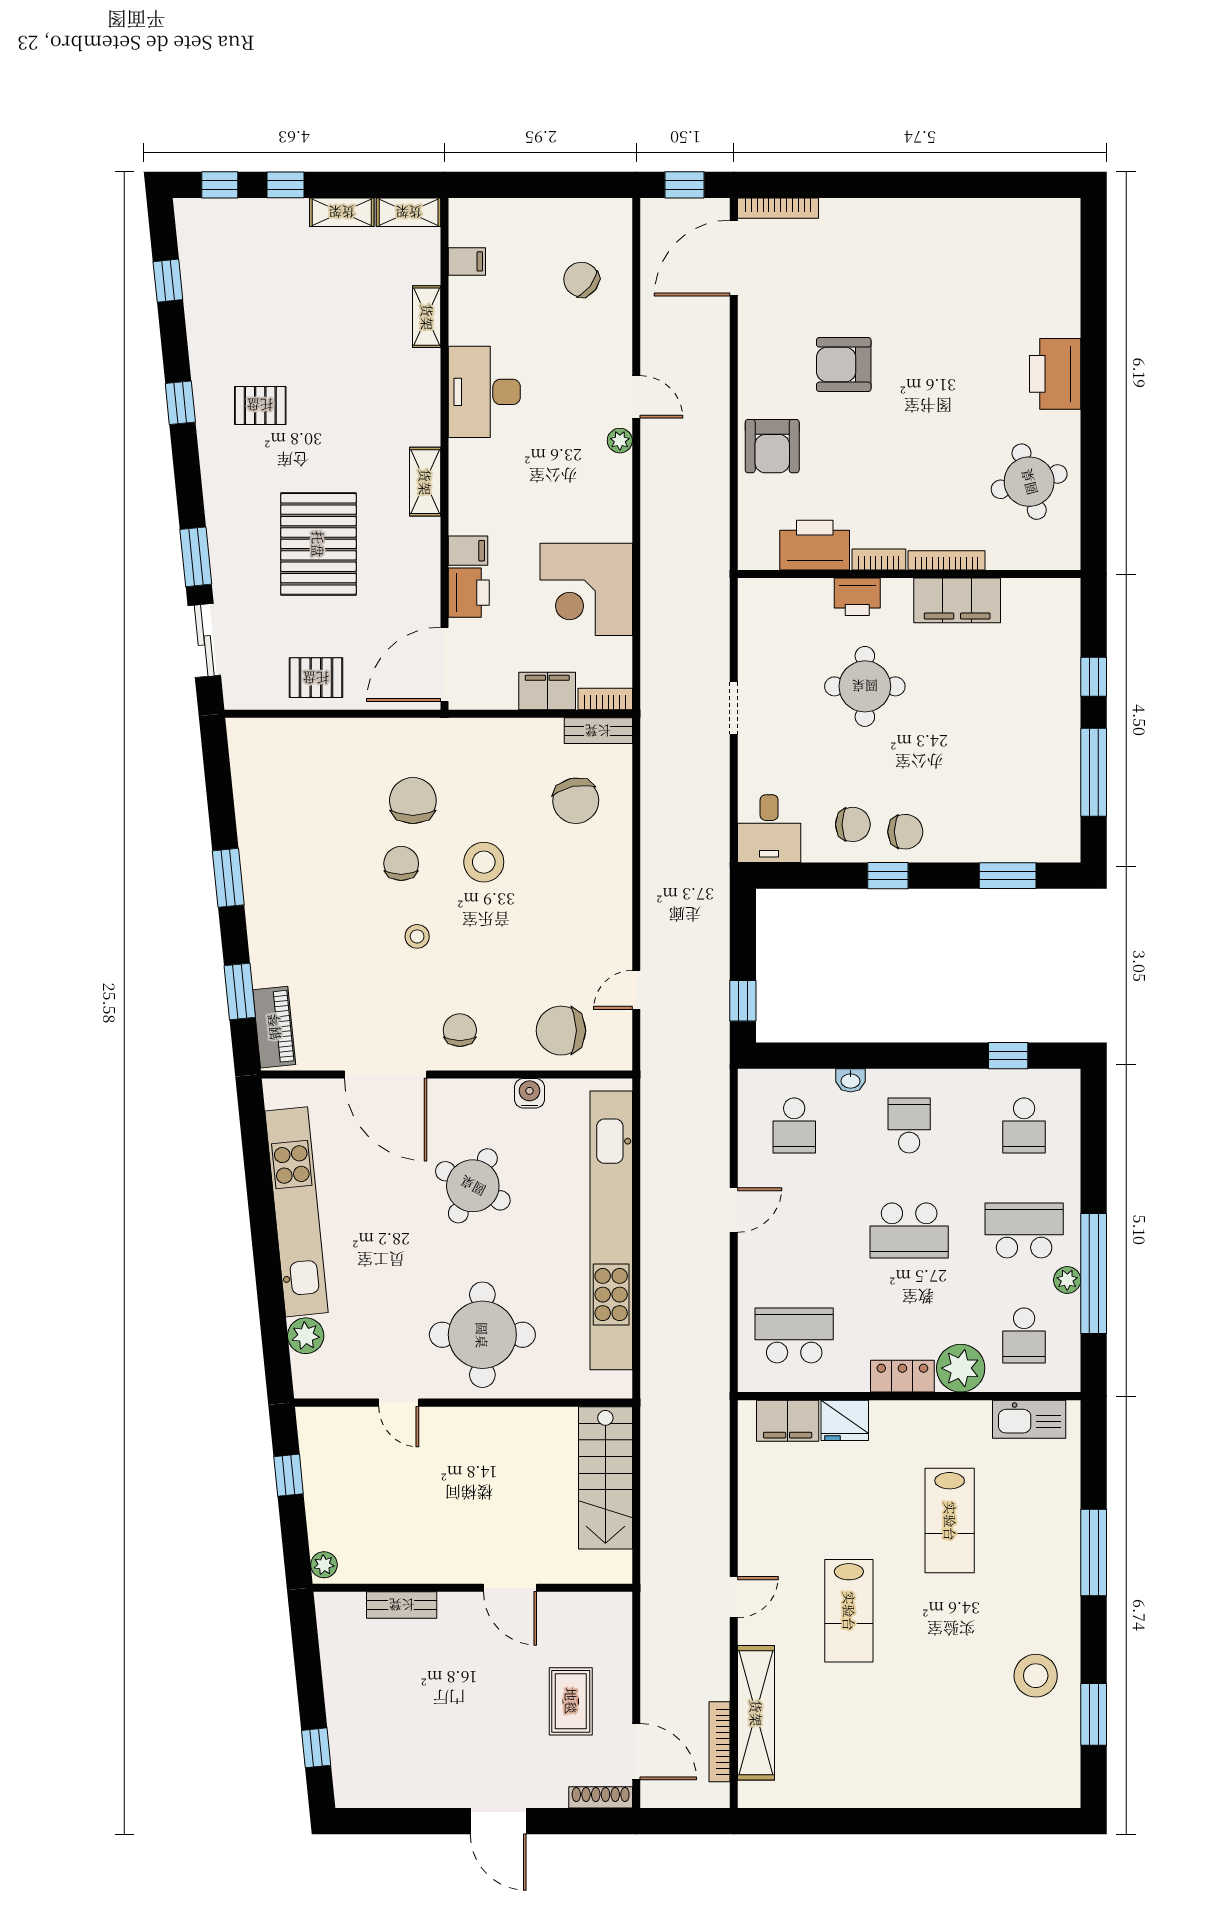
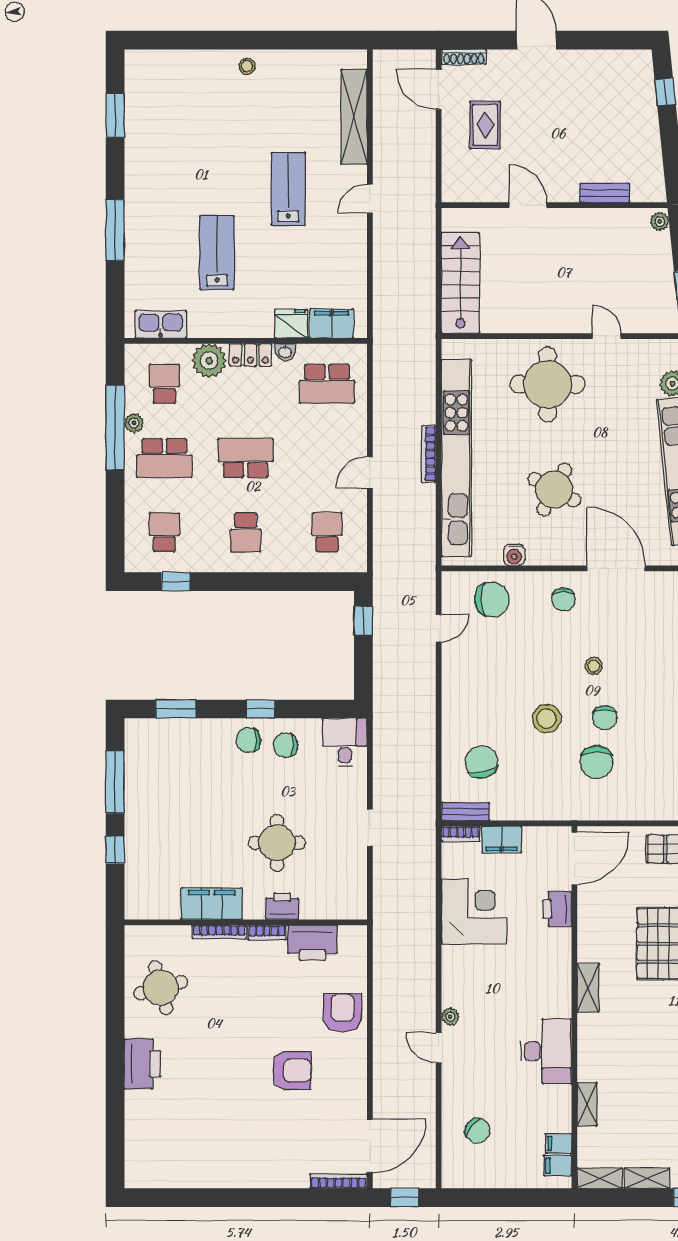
filing cabinet: (468, 551) -> (558, 1165), moved
washbasin: (851, 1080) -> (285, 352), moved, turned 180
stool: (1036, 1676) -> (247, 66), moved, width x0.53, depth x0.53
bookcase: (720, 1742) -> (429, 454), moved, turned 180

